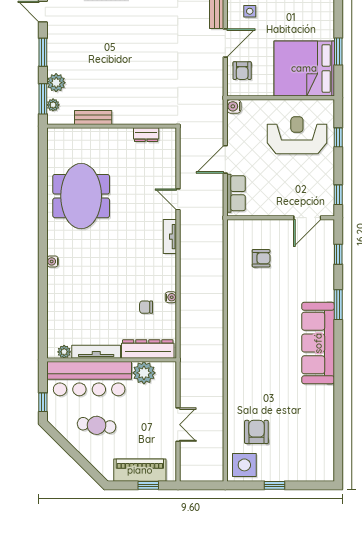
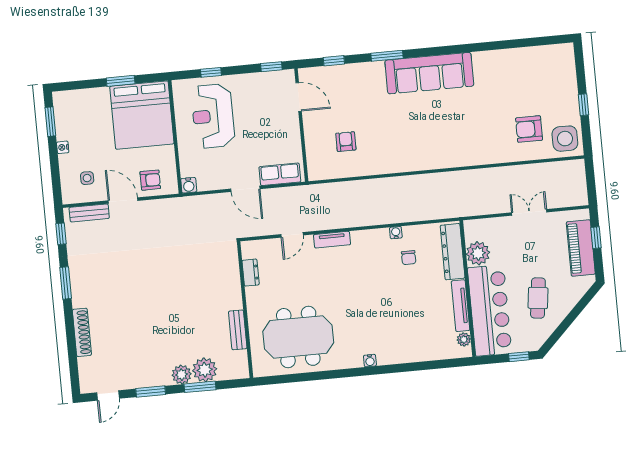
plant: (53, 105) -> (205, 370), width x1.88, depth x1.88
bench: (93, 118) -> (238, 330), moved
wall: (112, 126) -> (245, 310), moved
dresser: (146, 135) -> (251, 273), moved

